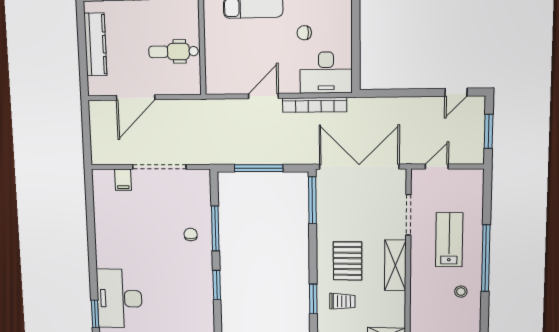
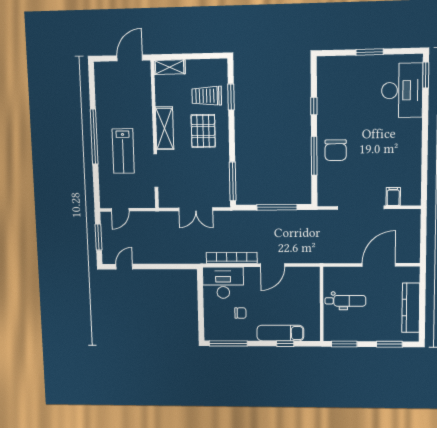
double door: (359, 167) -> (196, 209), width x0.54
door: (437, 167) -> (120, 210), moved
chair: (191, 234) -> (336, 150), width x1.87, depth x1.87
window: (217, 285) -> (314, 106), width x0.67
stool: (461, 292) -> (112, 108), removed
trolley: (342, 301) -> (207, 96), width x1.36, depth x1.39

